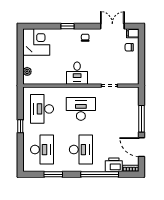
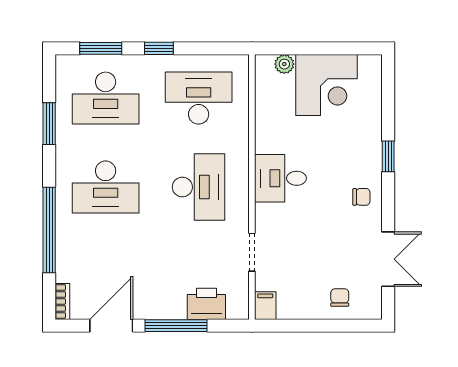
filing cabinet: (133, 33) -> (265, 306), moved
corner desk: (36, 42) -> (326, 85), moved
window: (20, 152) -> (101, 48), added
printer: (114, 165) -> (206, 304), moved, turned -90

